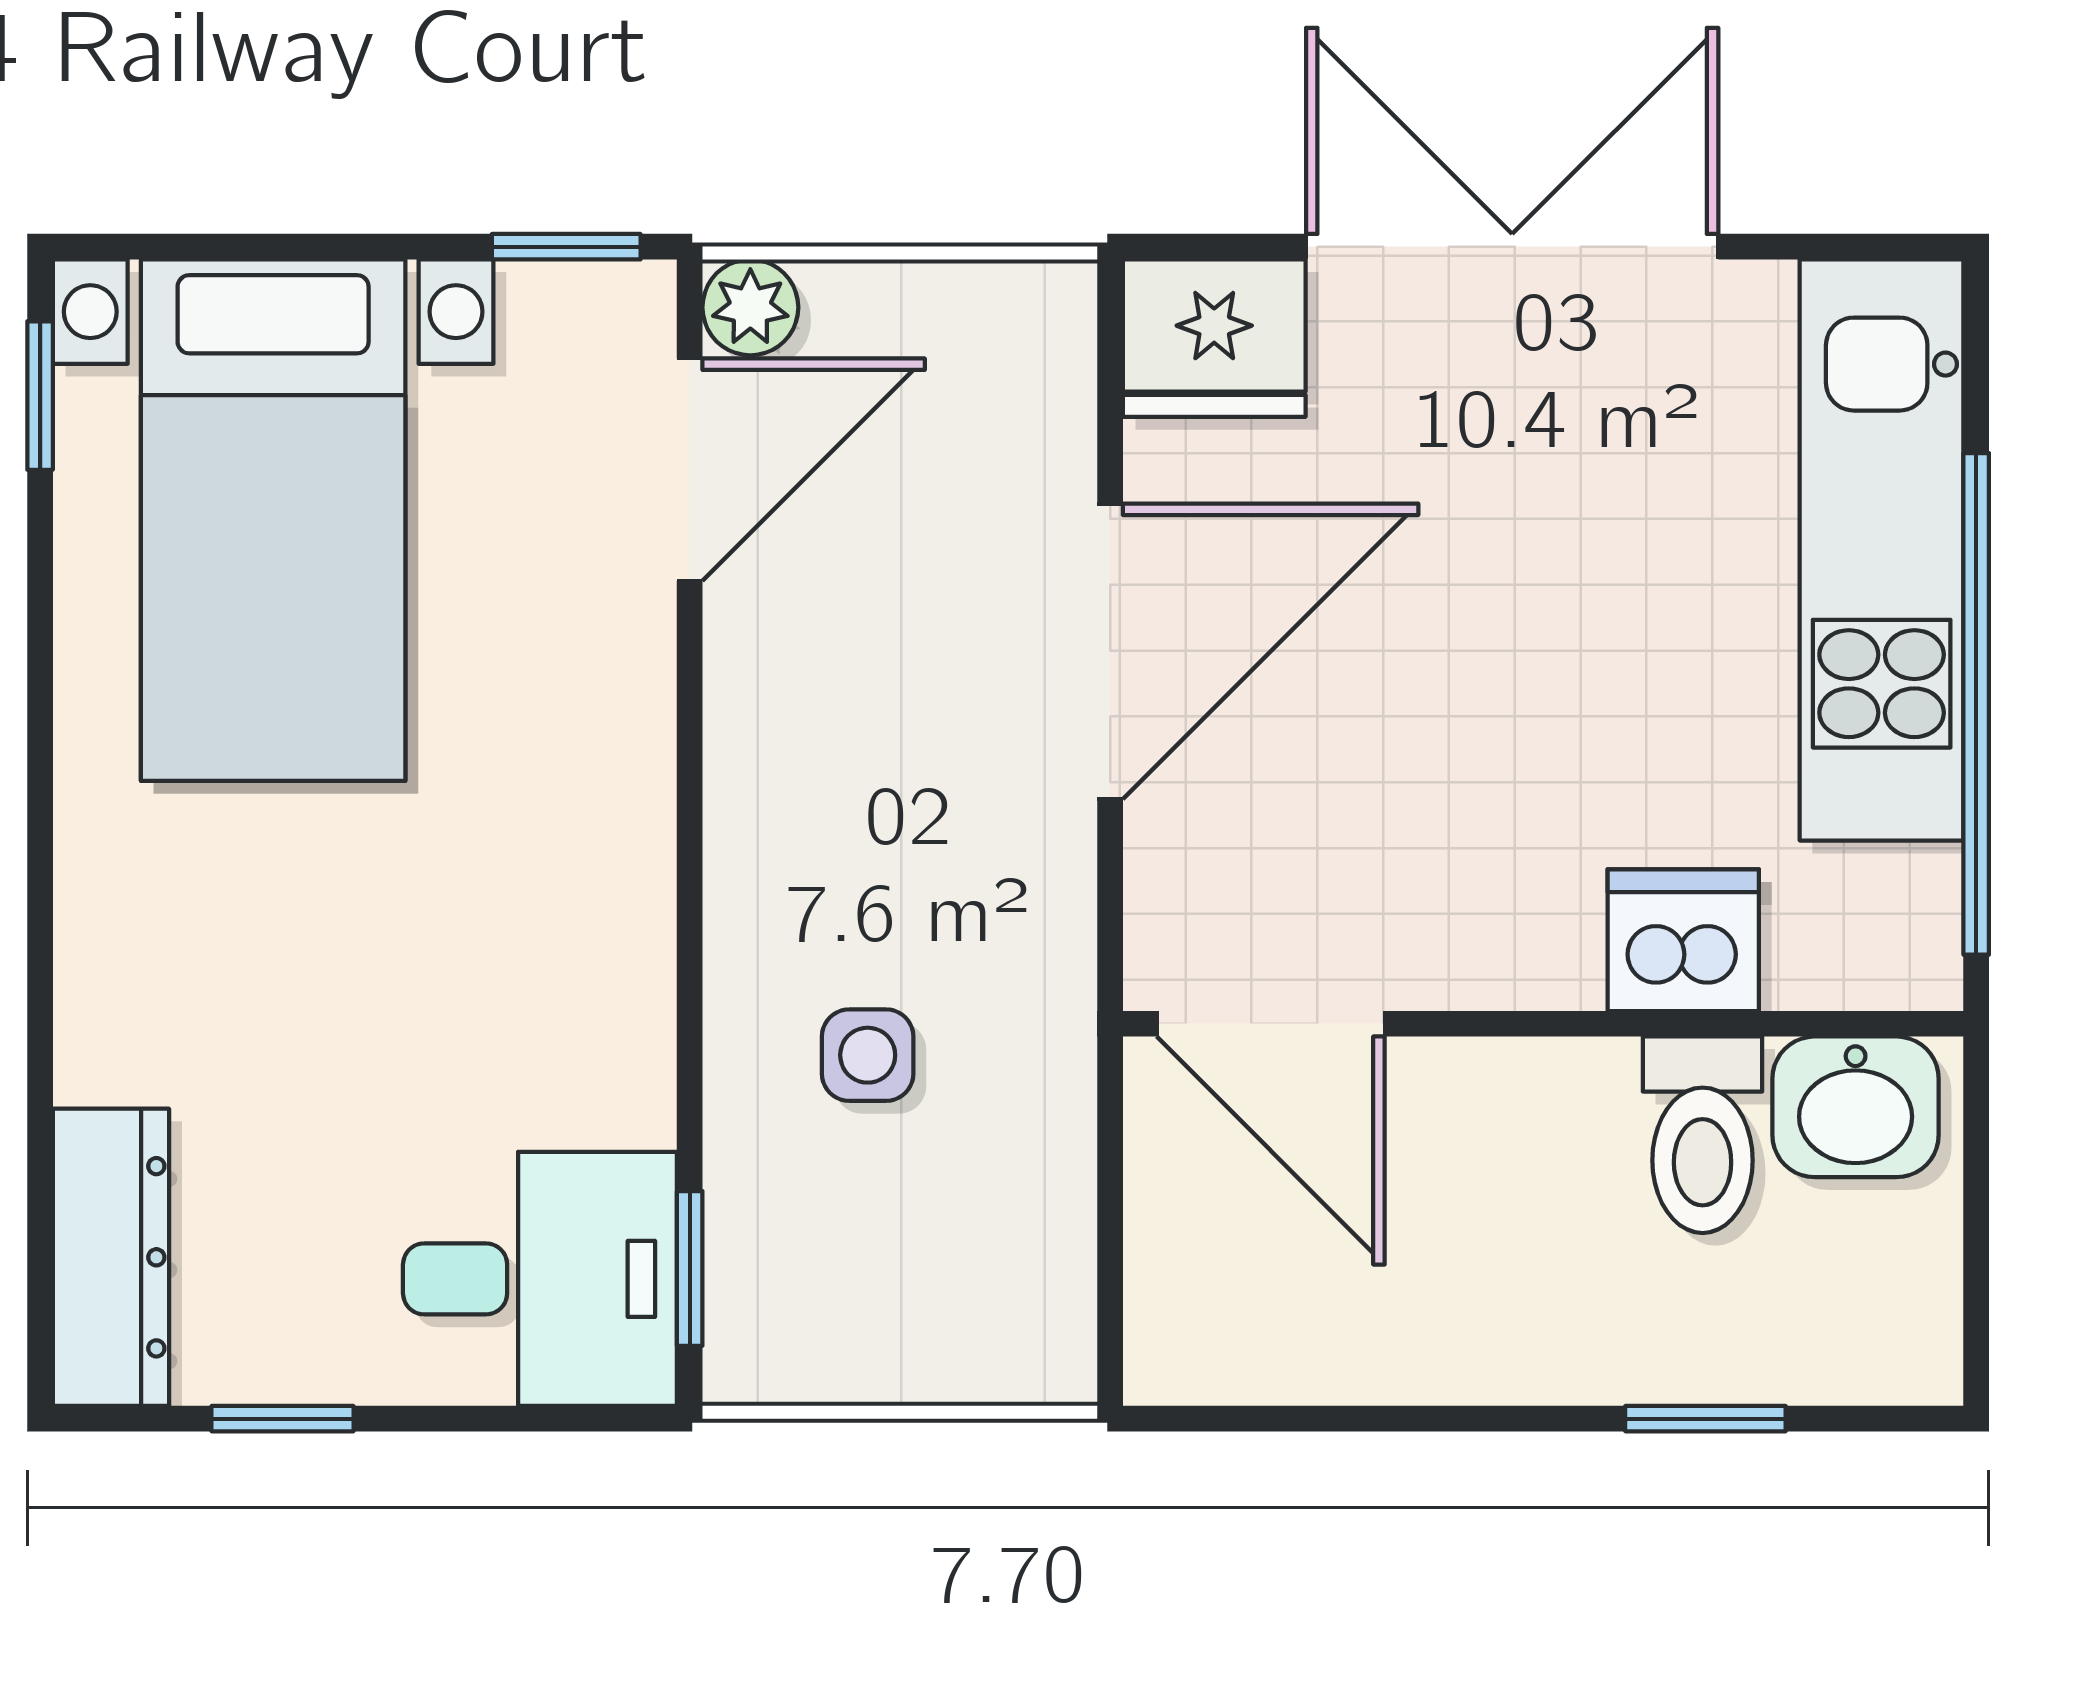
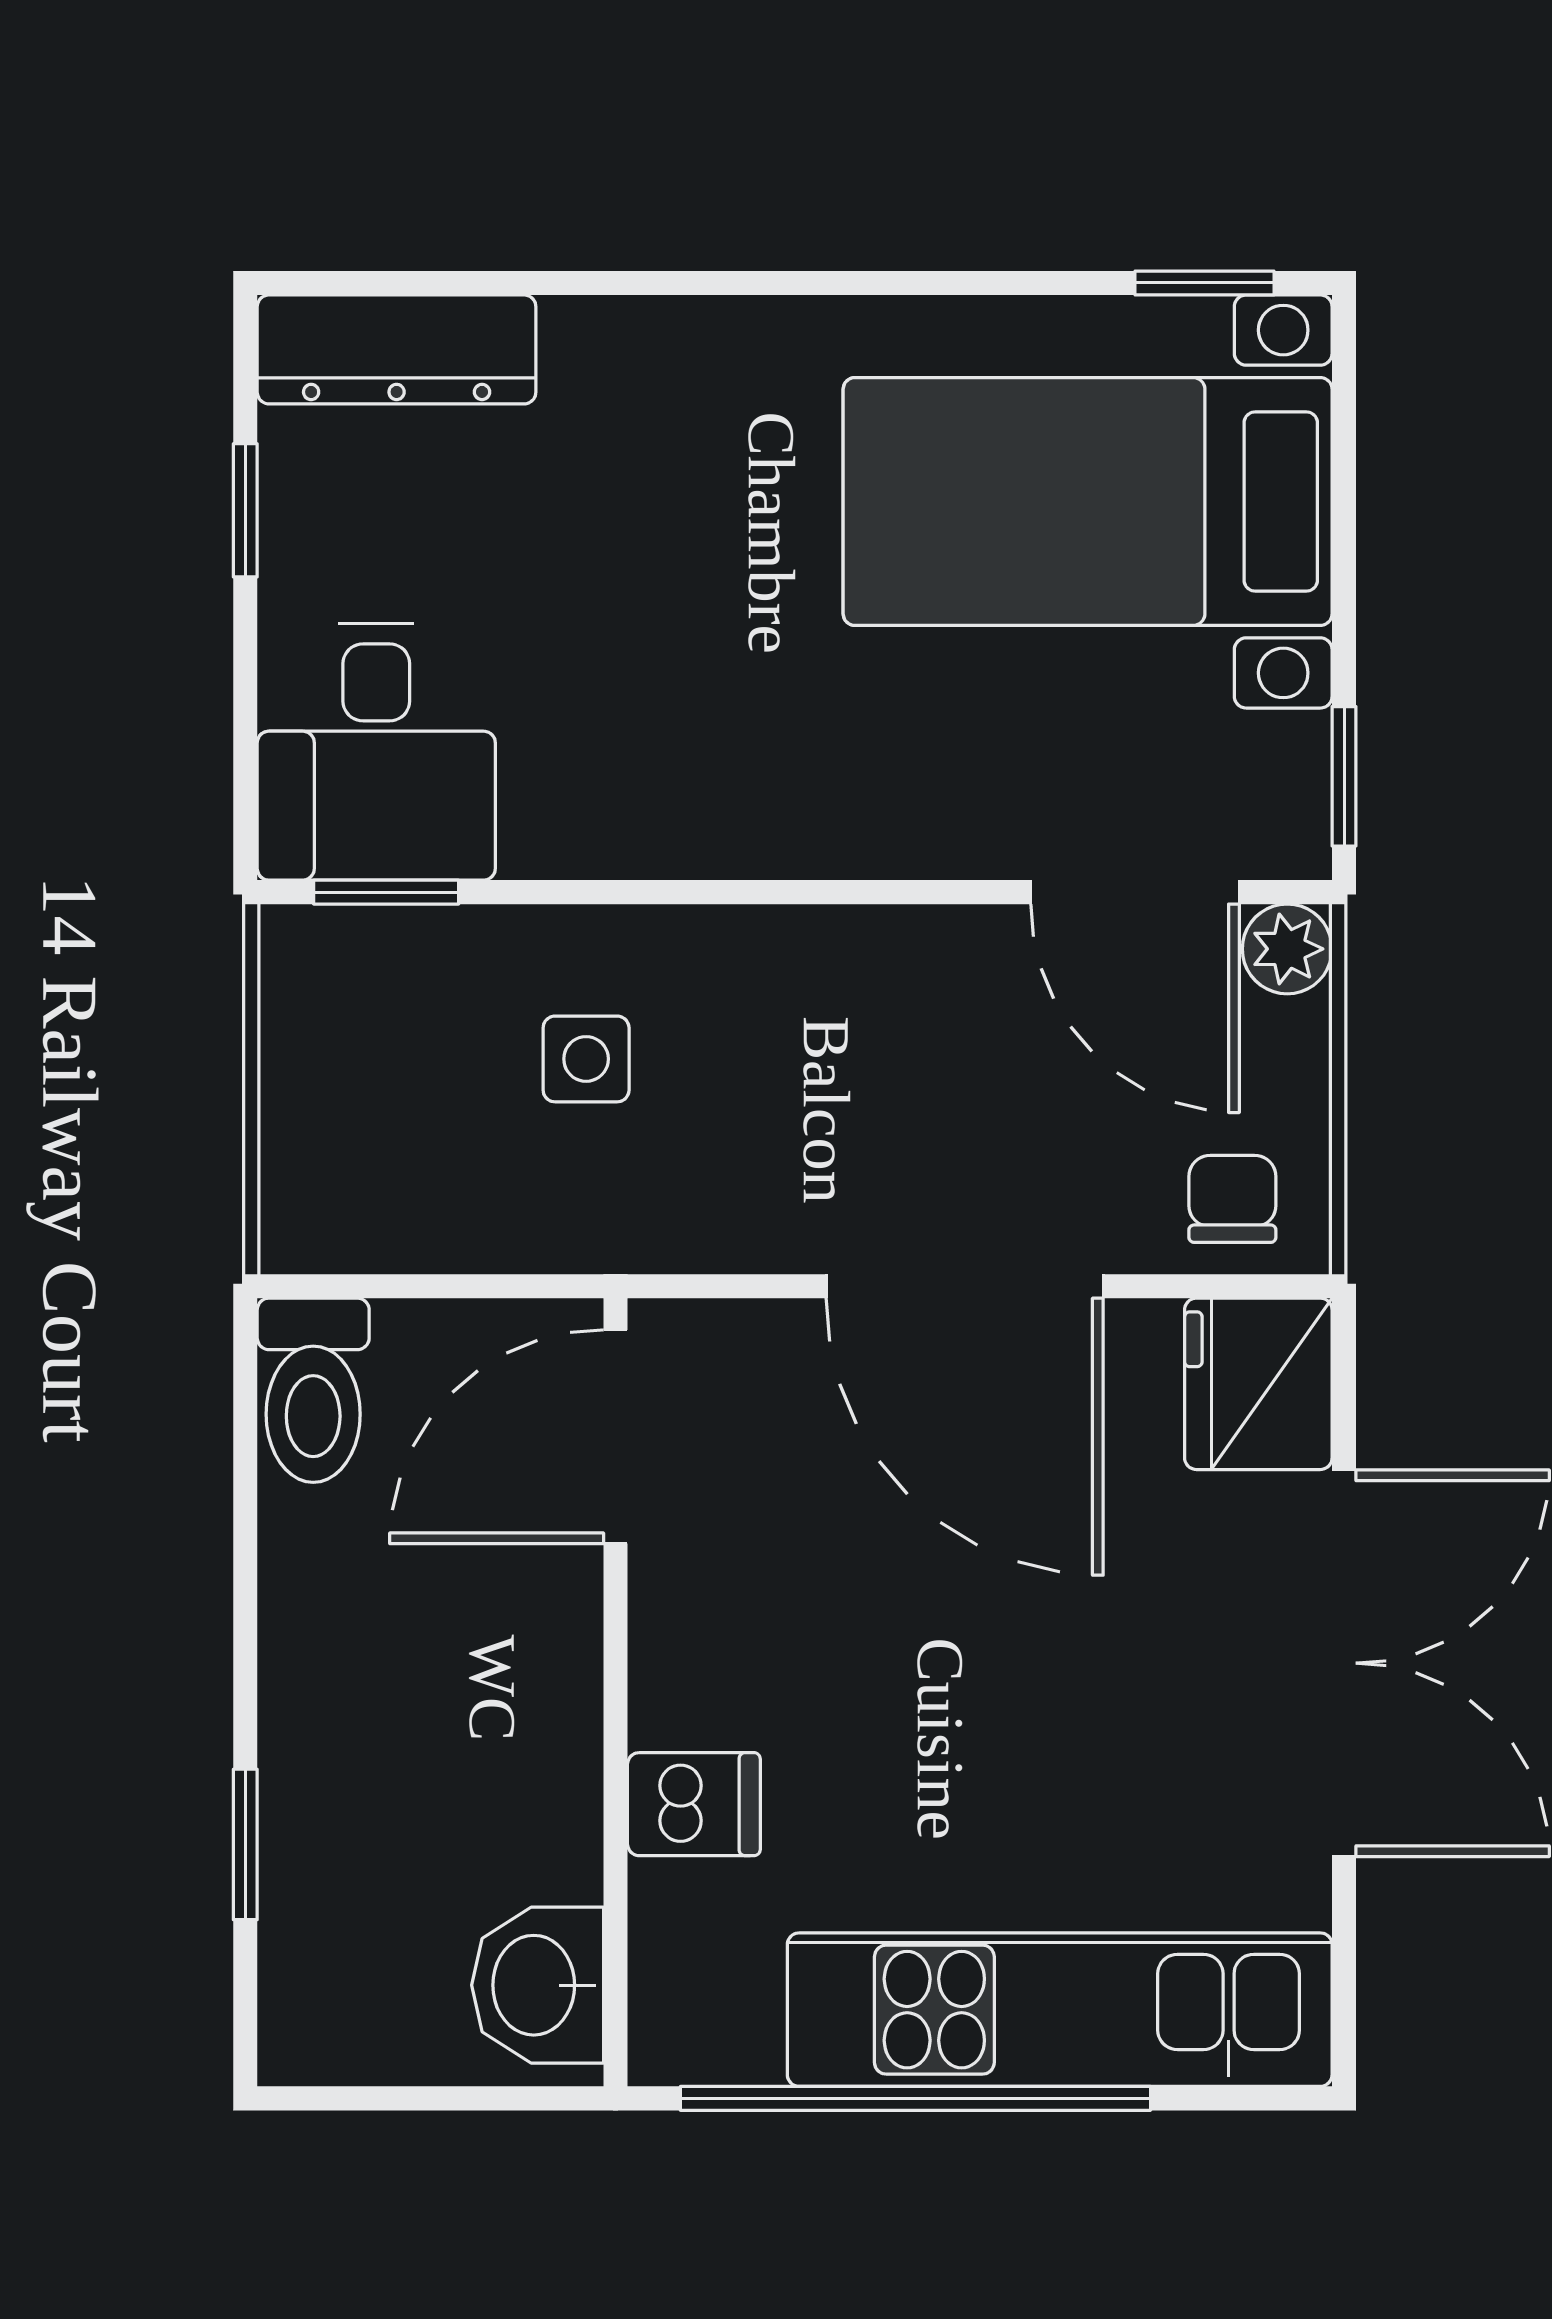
chair: (1017, 366) -> (1232, 1199), added
dishwasher: (1683, 940) -> (694, 1804), width x0.73
toilet: (1703, 1135) -> (313, 1390), moved, turned -90

